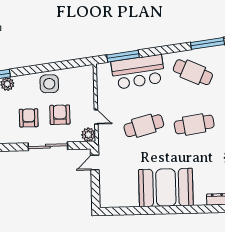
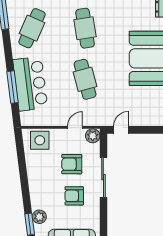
window: (123, 56) -> (12, 87), moved
side table: (49, 84) -> (40, 140), moved
door: (95, 163) -> (121, 130), swing flipped

